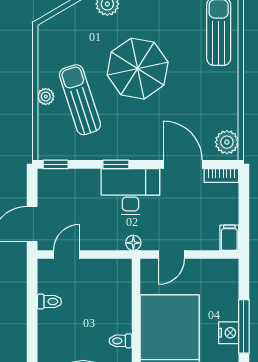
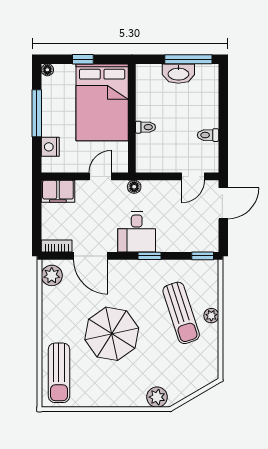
parasol: (138, 69) -> (112, 334), moved
desk: (130, 192) -> (137, 232), width x0.73
filing cabinet: (229, 238) -> (58, 191), width x2.00
nightstand: (229, 333) -> (50, 147), moved
toilet: (120, 341) -> (145, 127), moved

